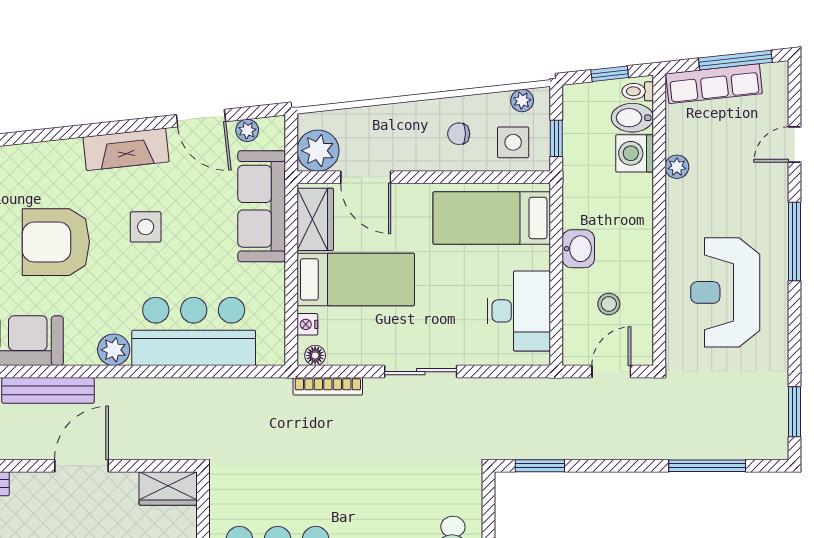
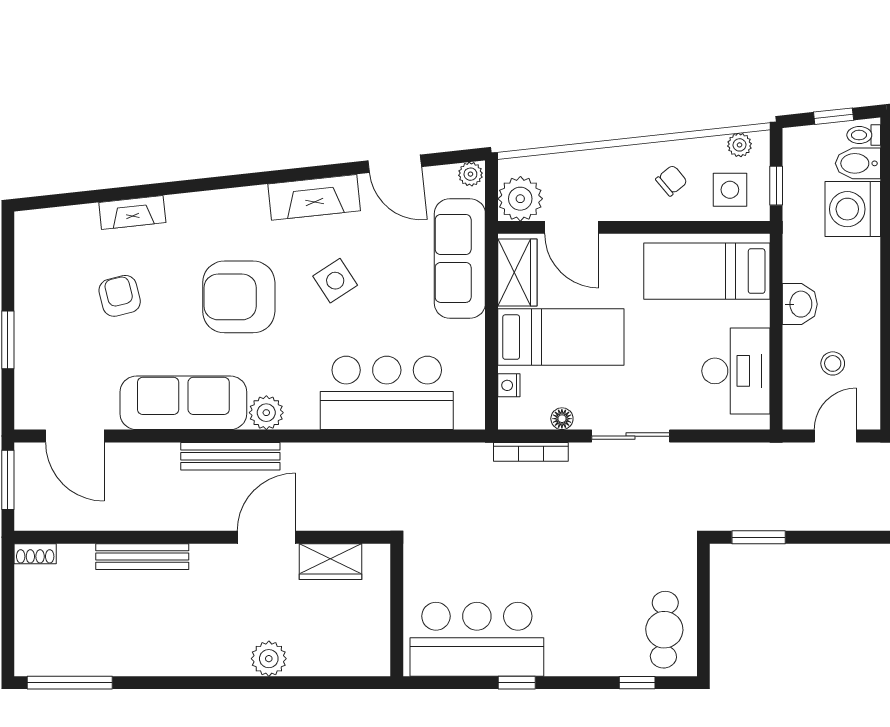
plant: (247, 130) -> (470, 174), moved
chair: (459, 134) -> (671, 181), turned 140
washing machine: (635, 153) -> (853, 209), width x1.37, depth x1.37
side table: (146, 227) -> (335, 281), turned -33
plant: (114, 350) -> (266, 413), moved
floor lamp: (315, 355) -> (562, 419), moved
wardrobe: (168, 488) -> (331, 562), moved

